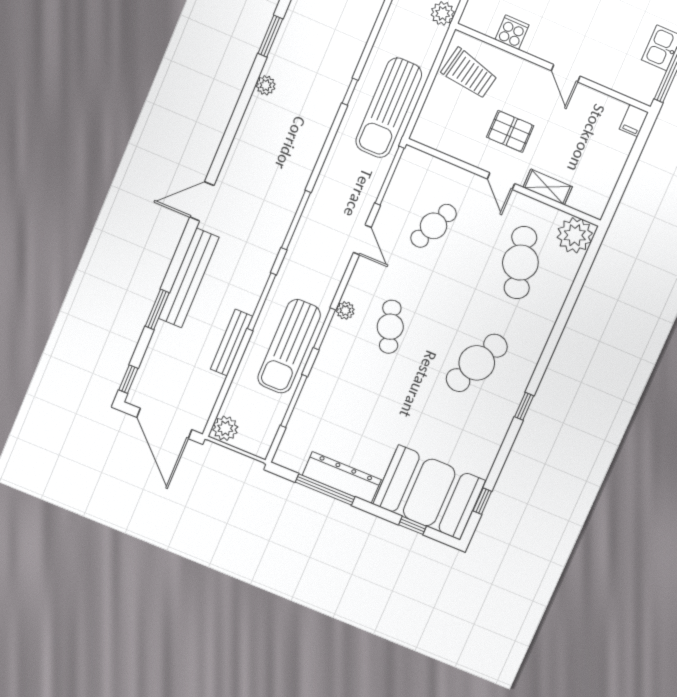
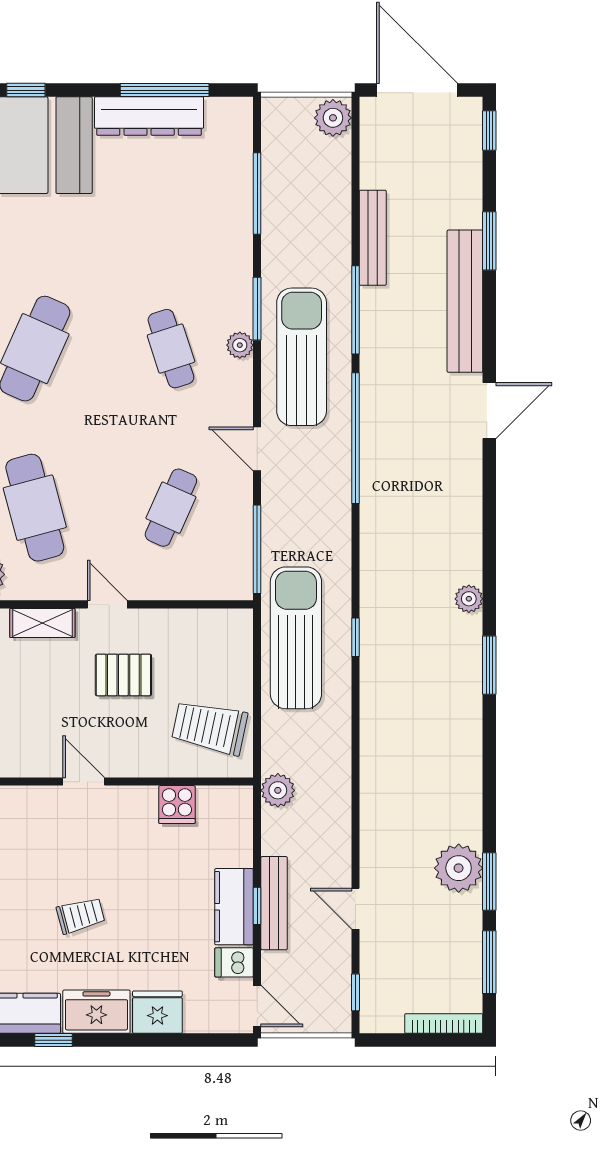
window: (296, 220) -> (355, 438), width x1.46
sun lounger: (289, 346) -> (302, 357), moved

